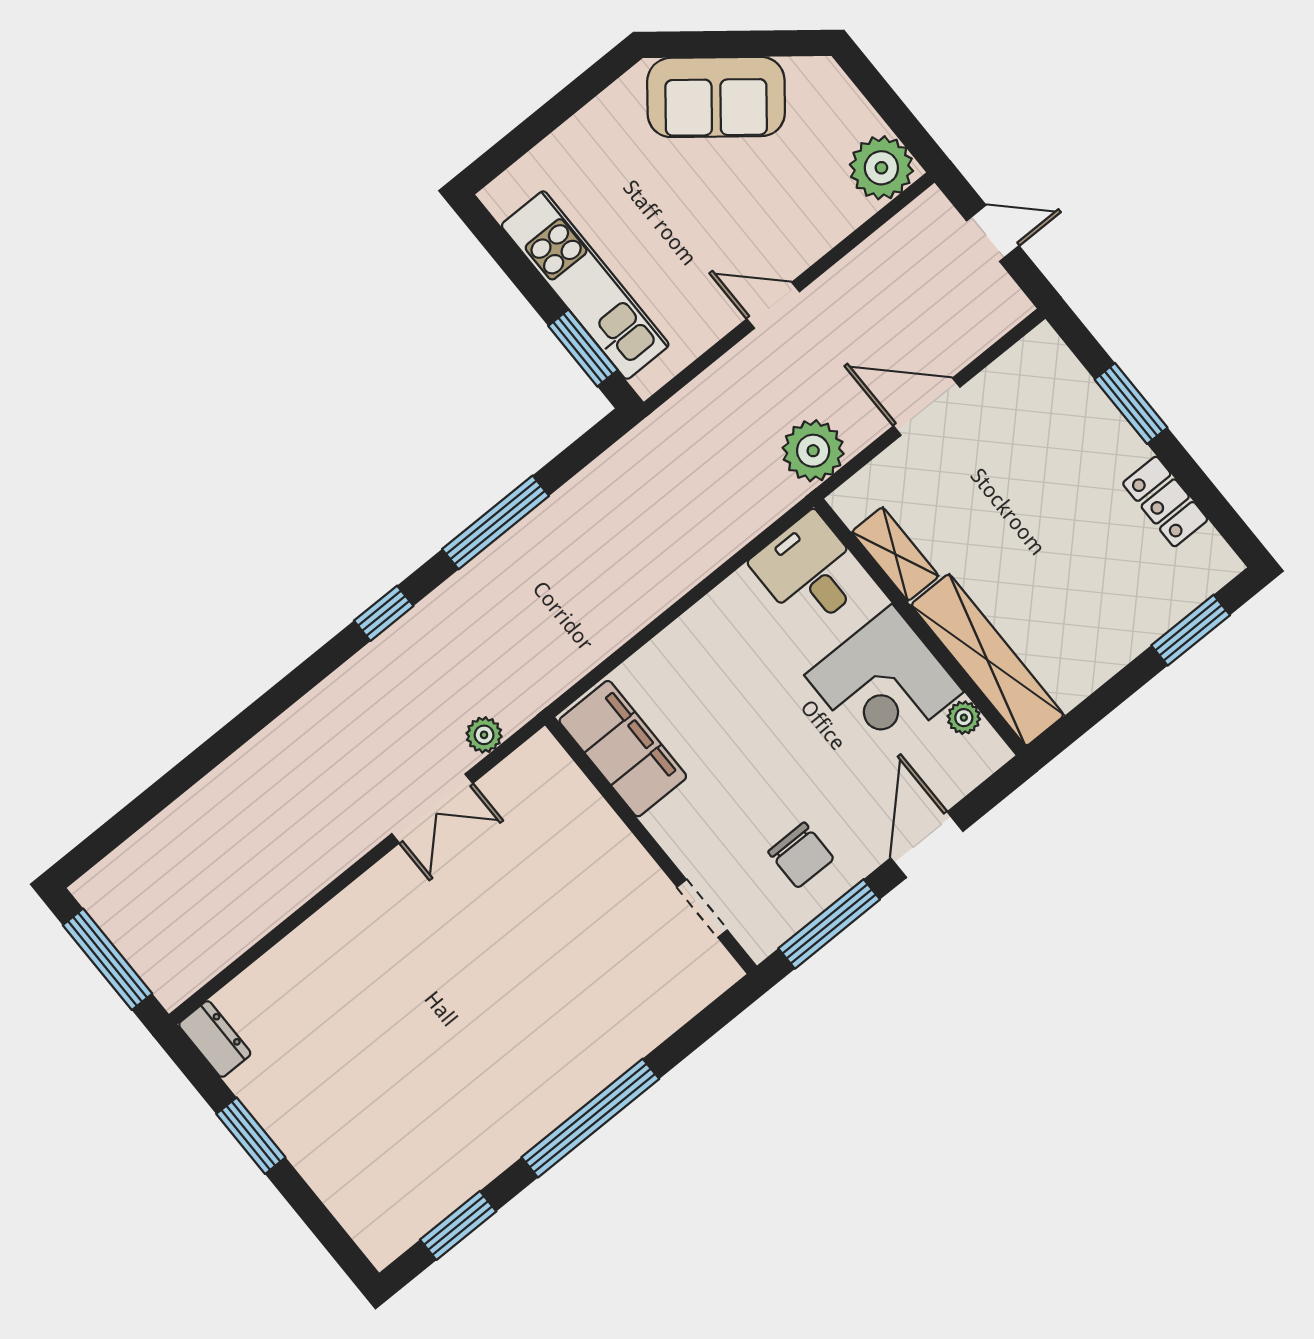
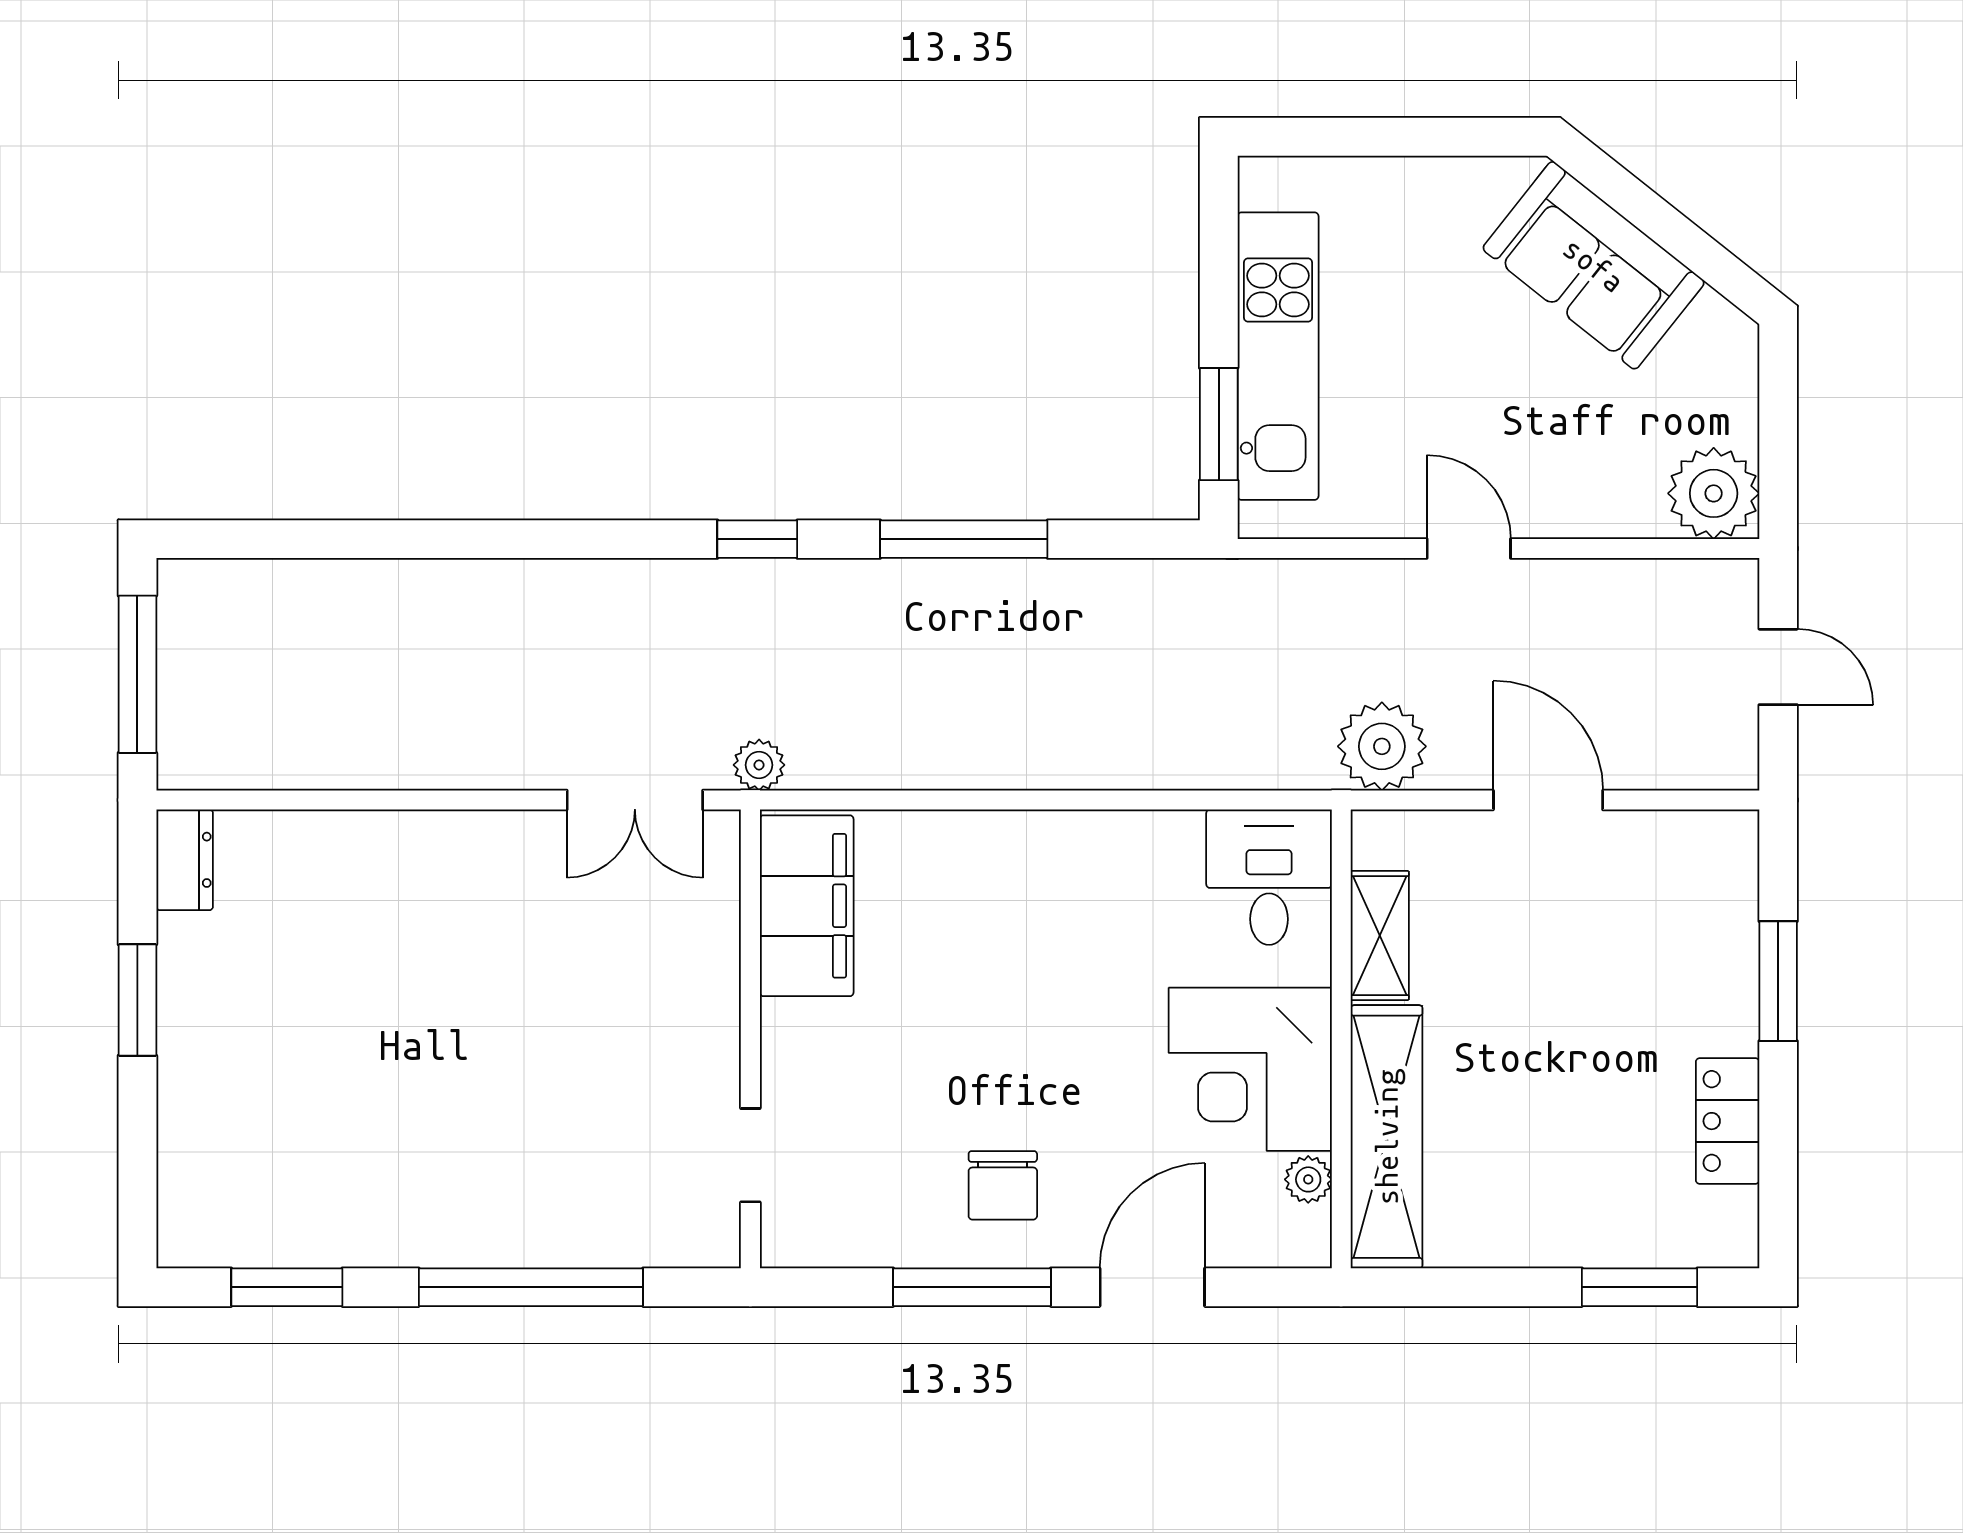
filing cabinet: (623, 749) -> (807, 906), moved
wall: (651, 846) -> (750, 1039), moved
doorway: (702, 909) -> (750, 1155), moved

